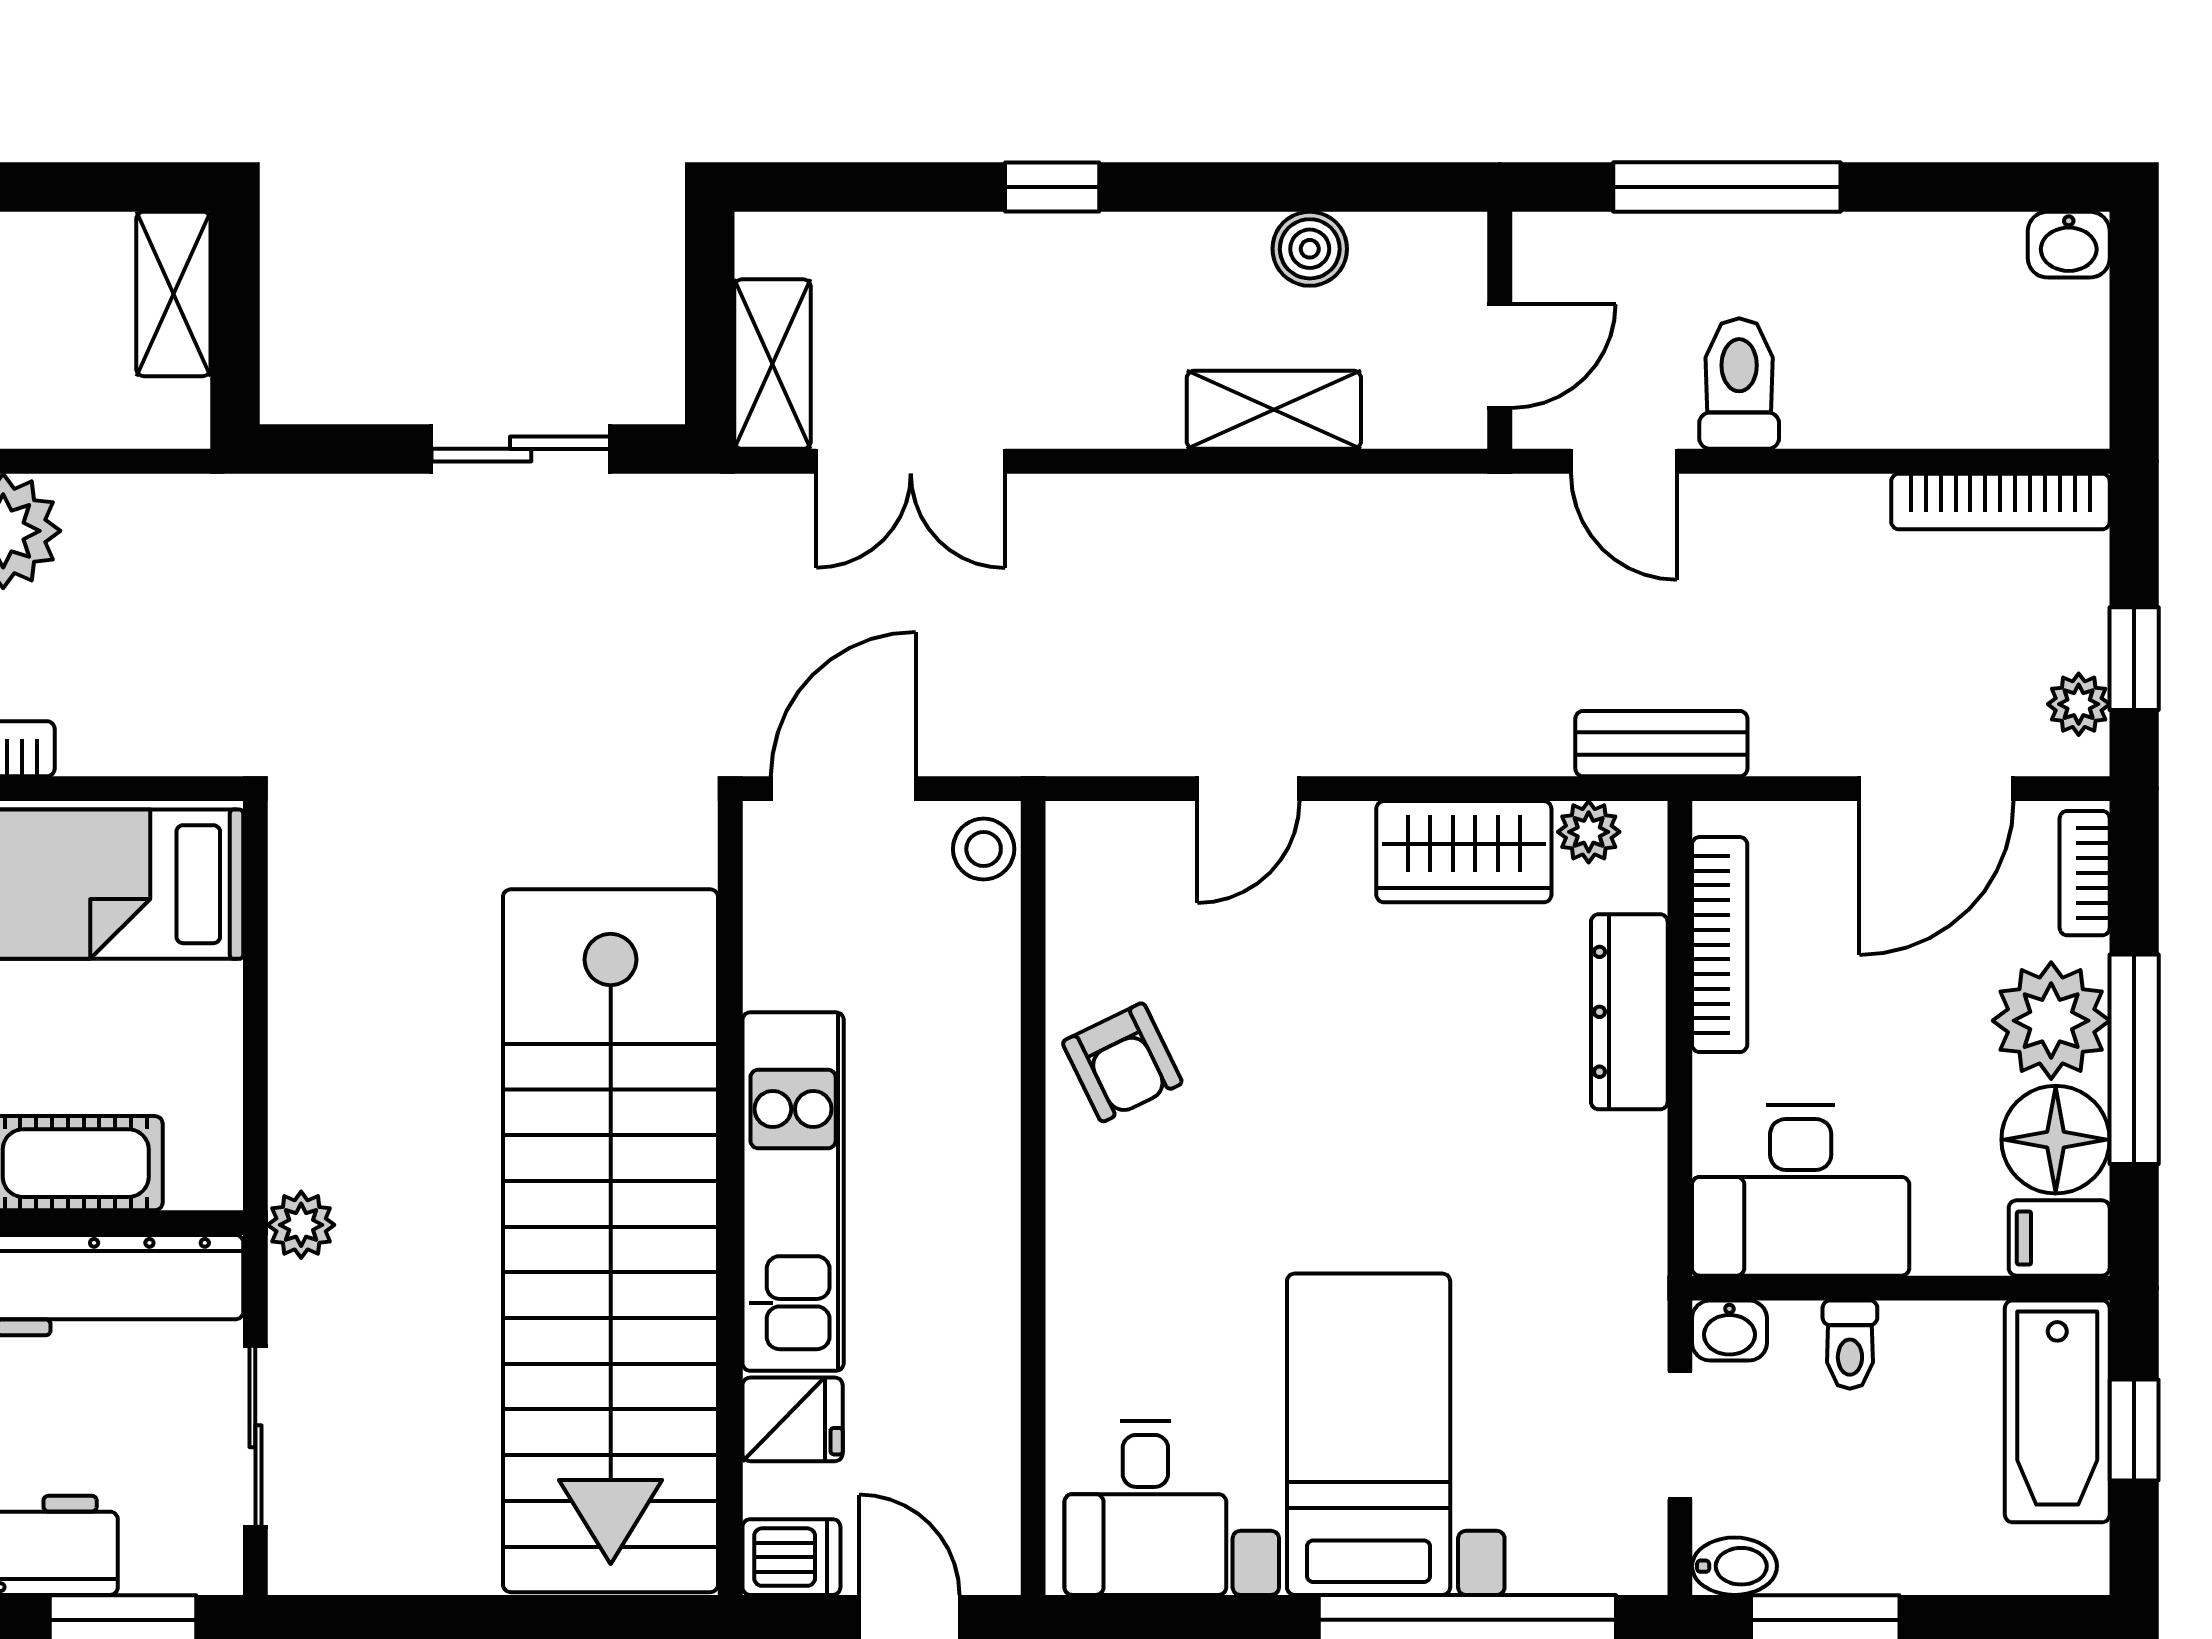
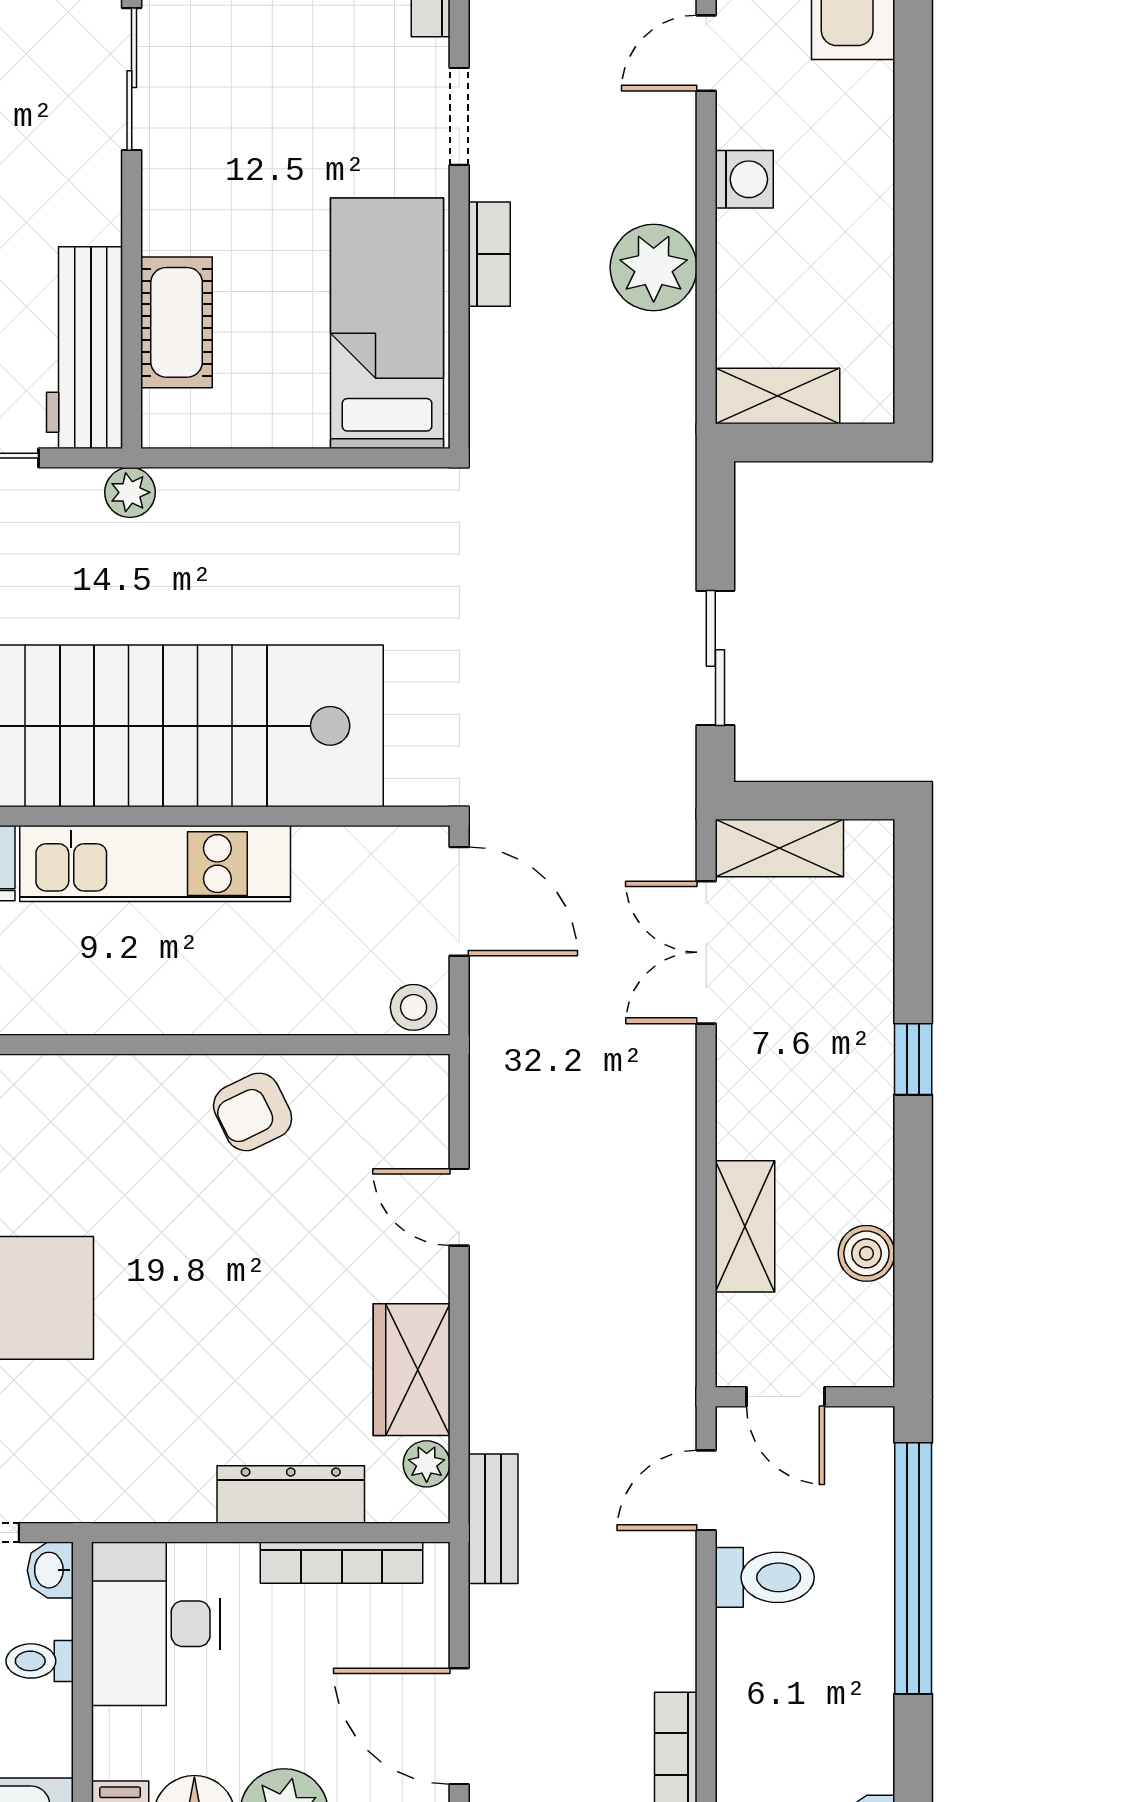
window: (1727, 187) -> (913, 1568), width x1.46
shelving: (173, 294) -> (778, 396), moved

